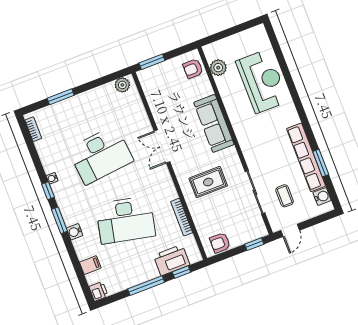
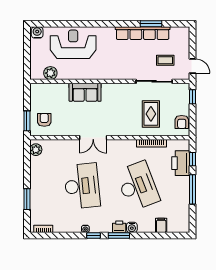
armchair: (193, 69) -> (44, 120), moved, turned 180
sofa: (214, 123) -> (85, 92), width x0.73
rug: (208, 182) -> (151, 114), moved
water cooler: (322, 196) -> (37, 32), moved
desk: (126, 220) -> (138, 186), turned -33
printer: (98, 291) -> (119, 227), moved

